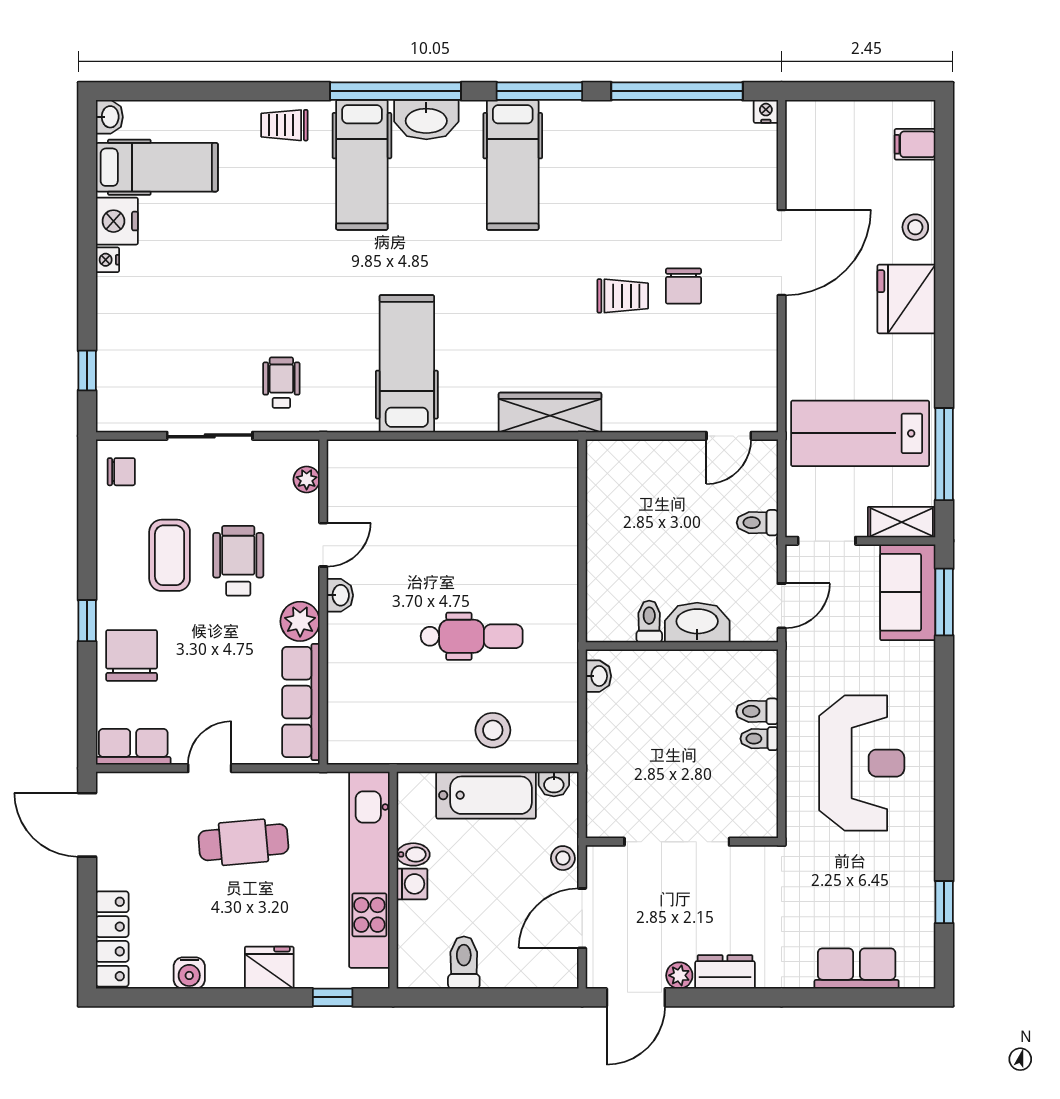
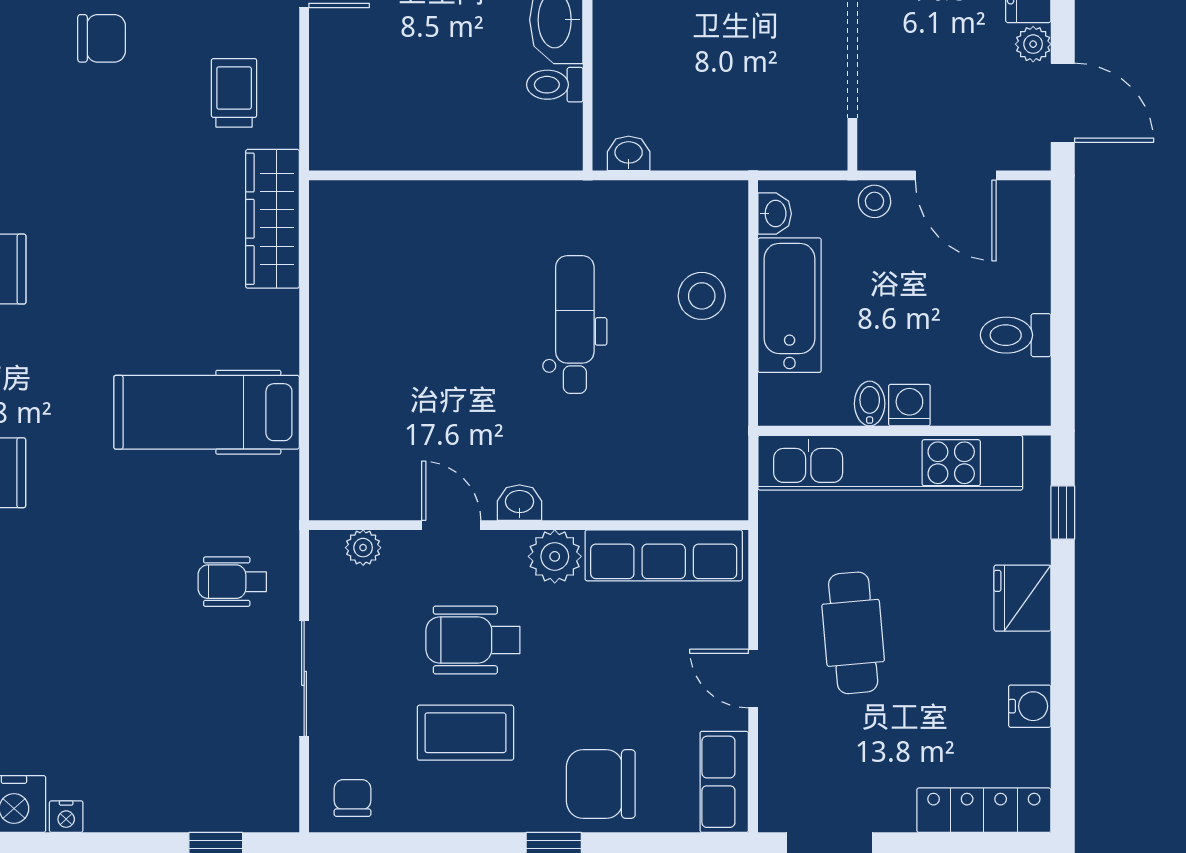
trolley: (623, 296) -> (234, 93), moved

